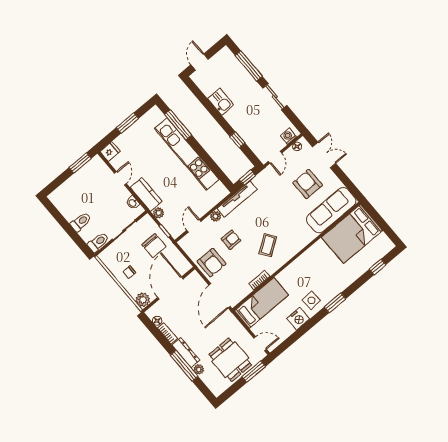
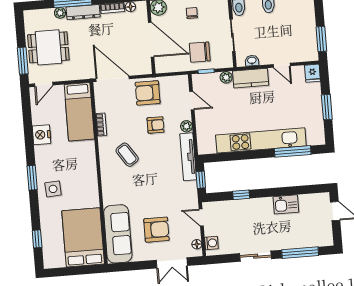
armchair: (231, 240) -> (156, 125), turned -90
side table: (311, 300) -> (53, 189), moved

